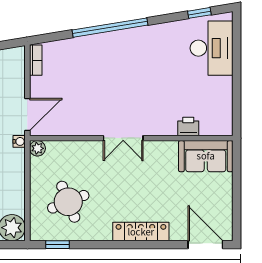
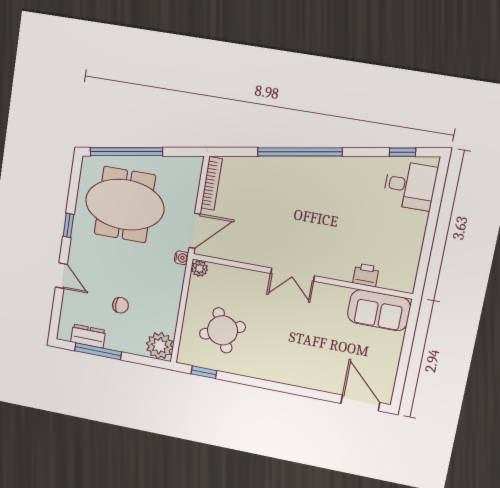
desk: (212, 48) -> (410, 185), width x0.73
bookcase: (36, 60) -> (212, 183), width x1.56
locker: (141, 232) -> (294, 376), removed

